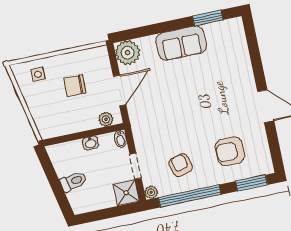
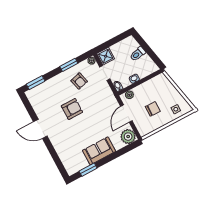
armchair: (230, 151) -> (72, 109), moved
window: (190, 196) -> (69, 65), width x0.47

